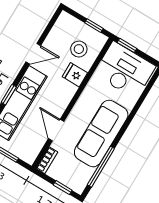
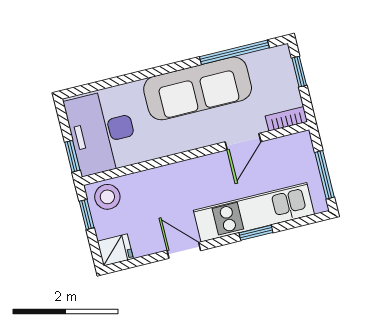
stool: (79, 49) -> (107, 197), moved
fridge: (75, 75) -> (115, 250), moved, turned -90

